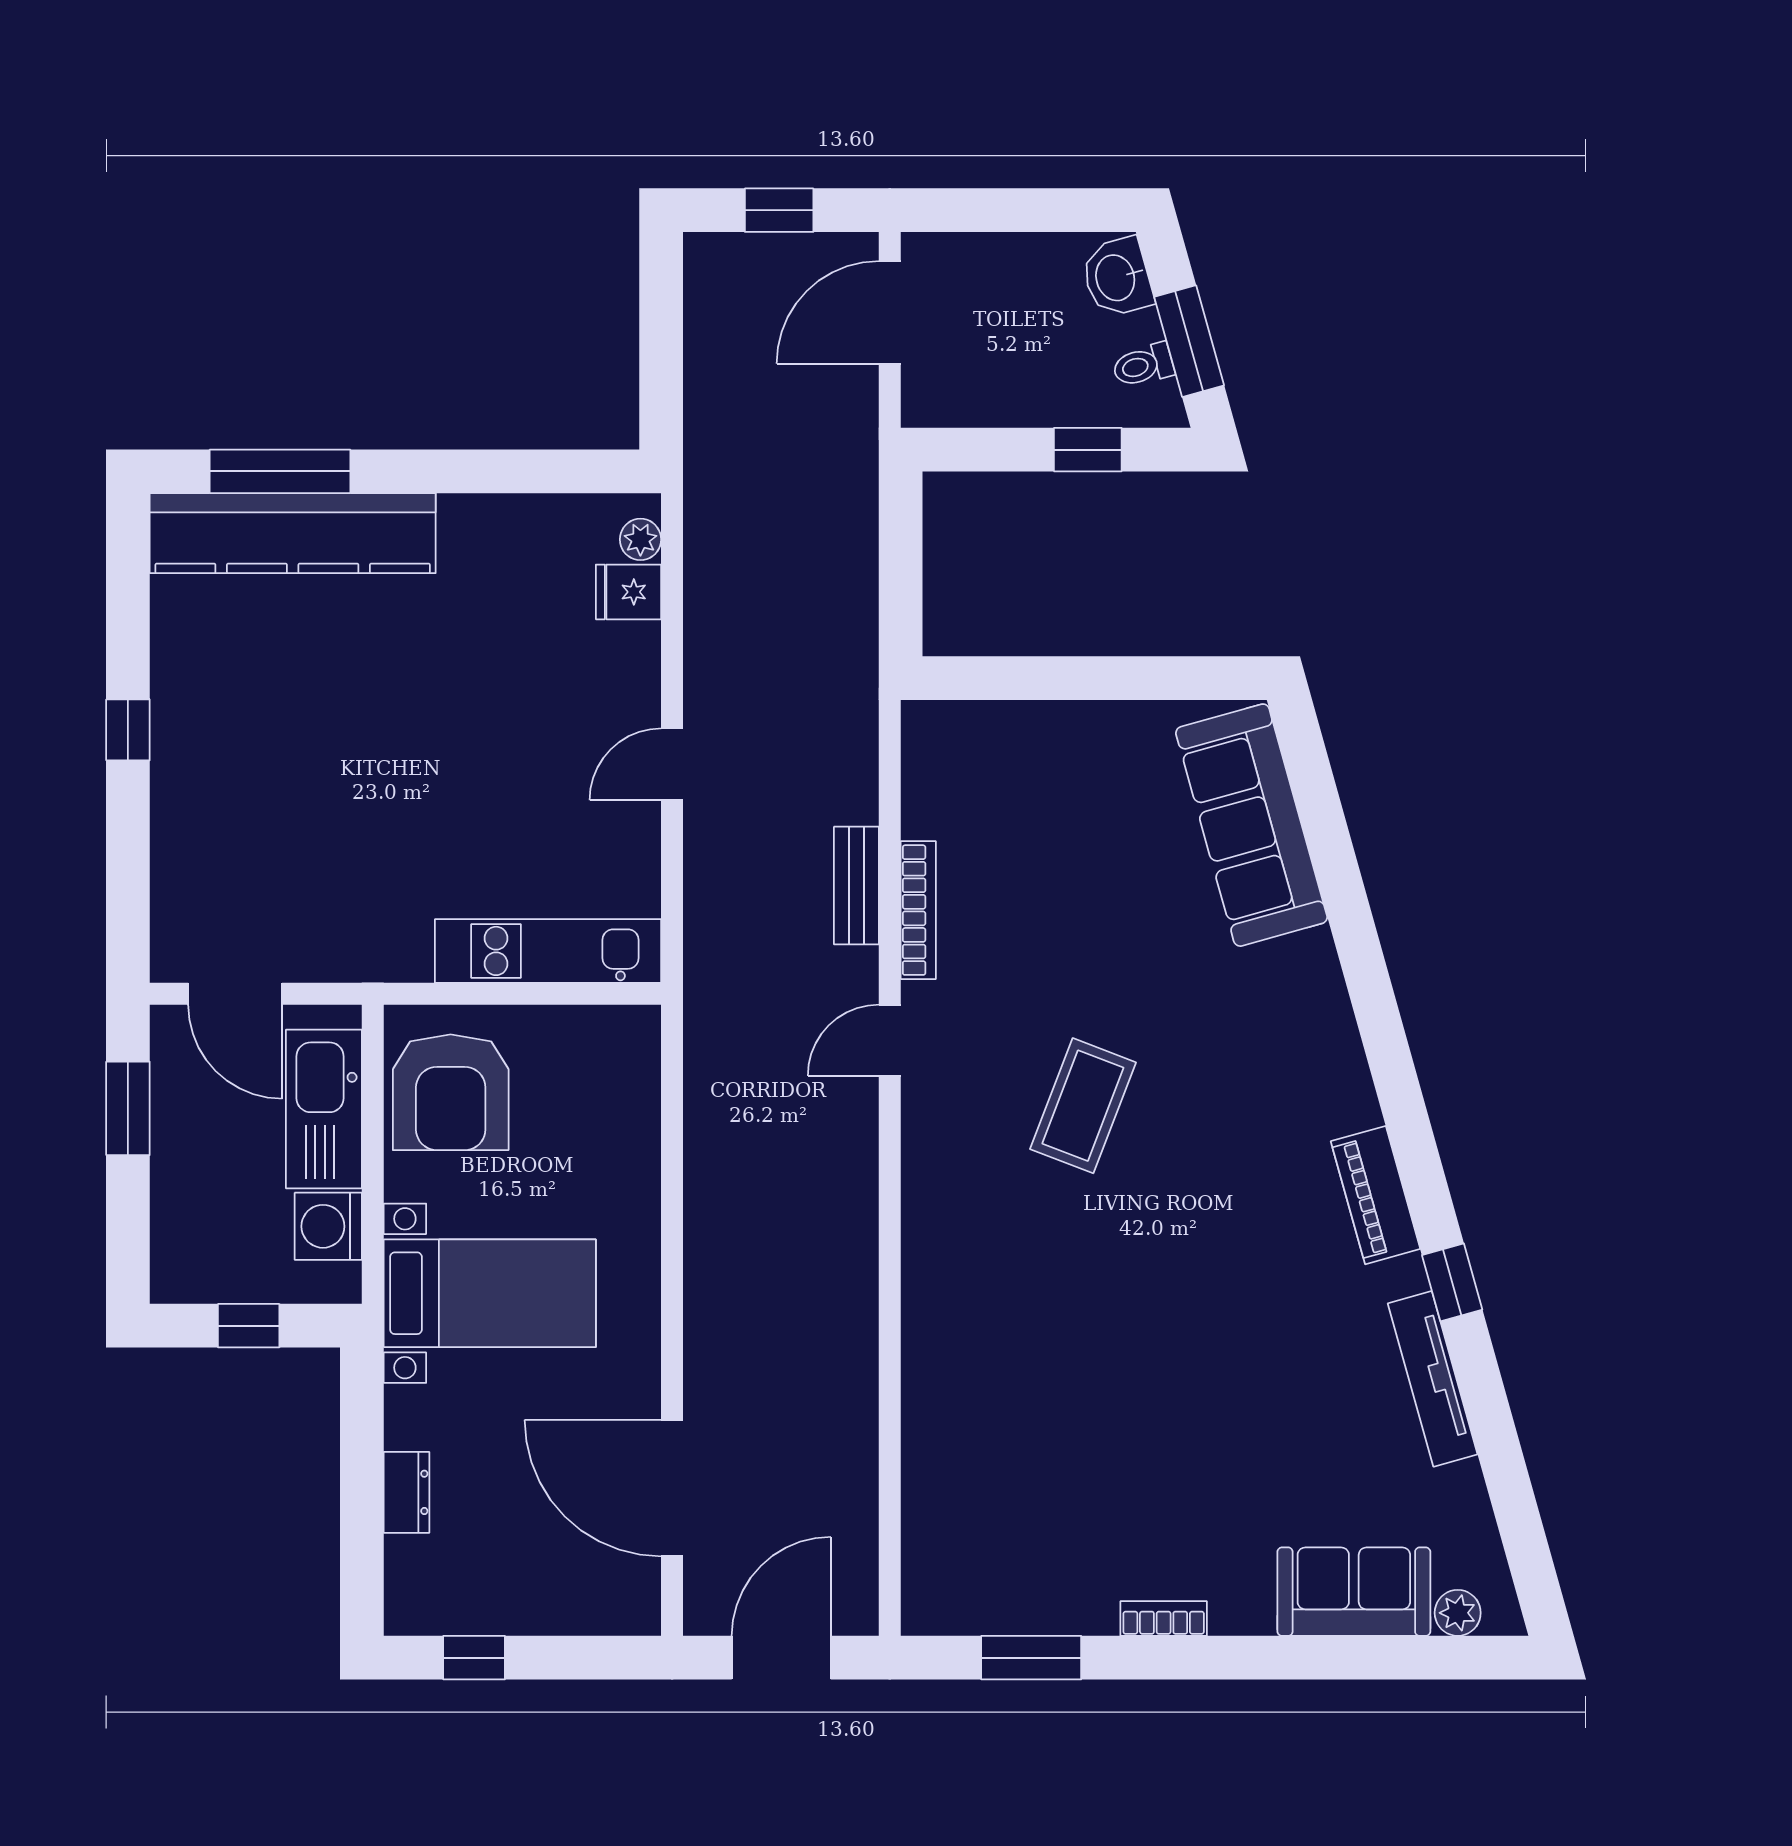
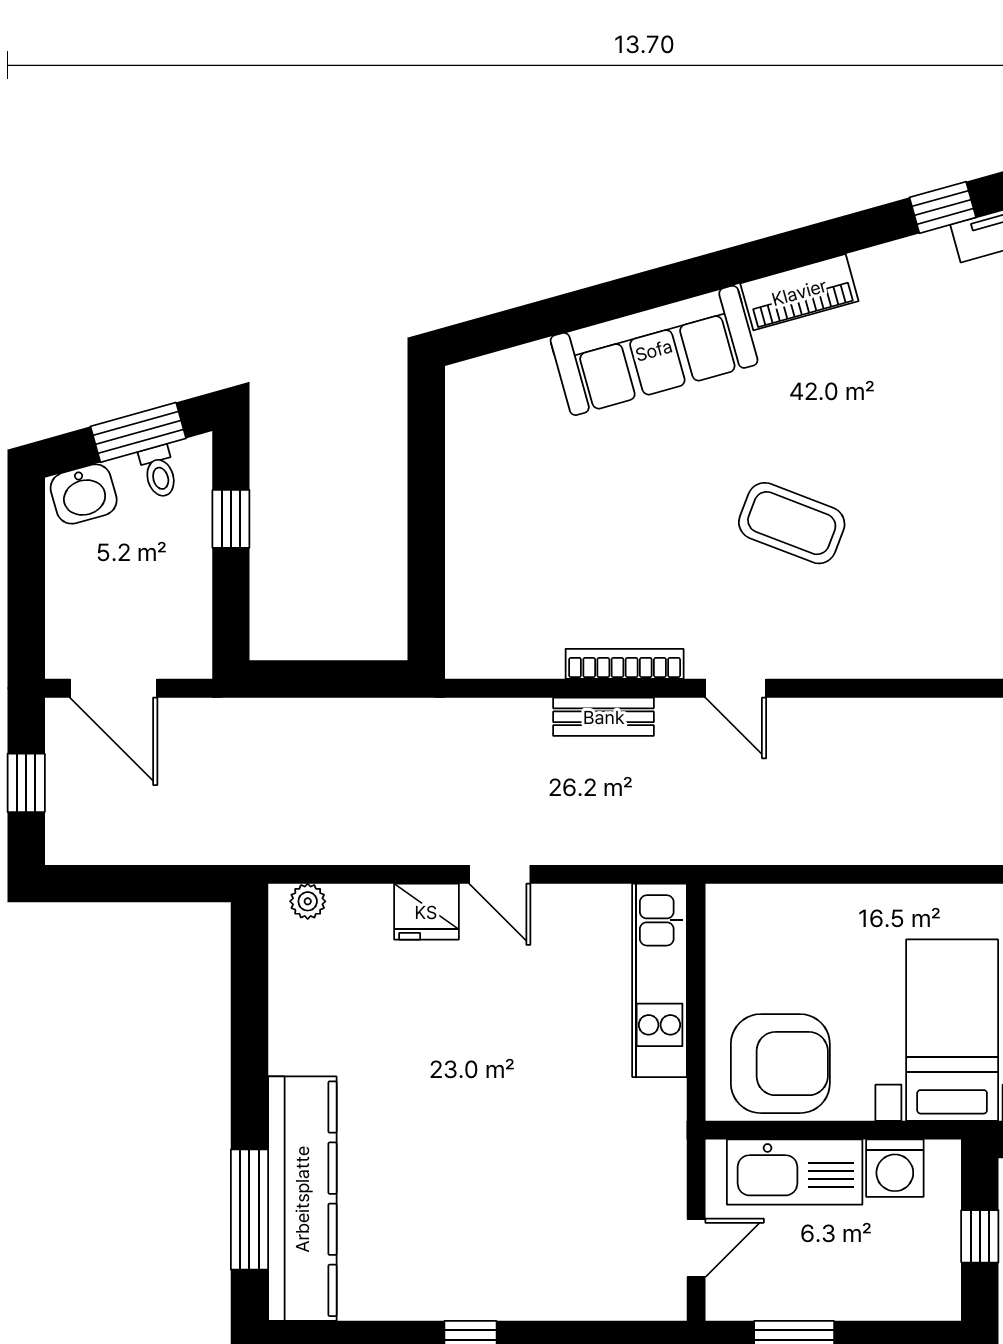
fridge: (629, 592) -> (426, 912), moved, width x1.38
sofa: (1252, 825) -> (654, 350), moved
door: (235, 994) -> (696, 1248), width x0.73
piano: (1375, 1195) -> (799, 292), moved

